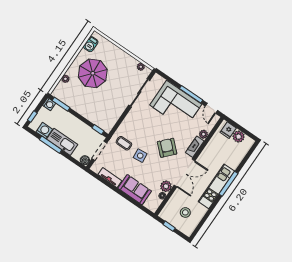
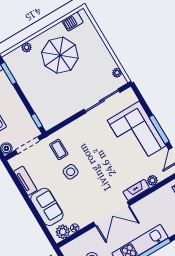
armchair: (167, 148) -> (105, 177), removed
plant: (166, 186) -> (63, 232), moved

